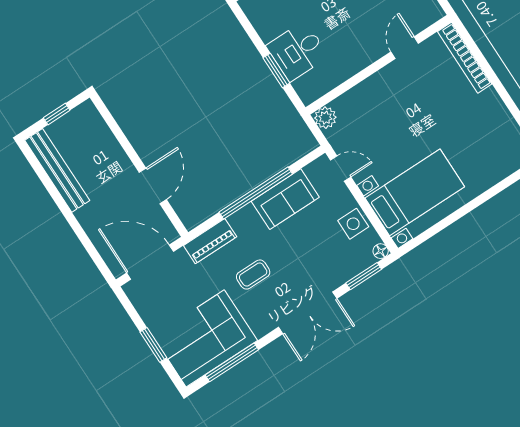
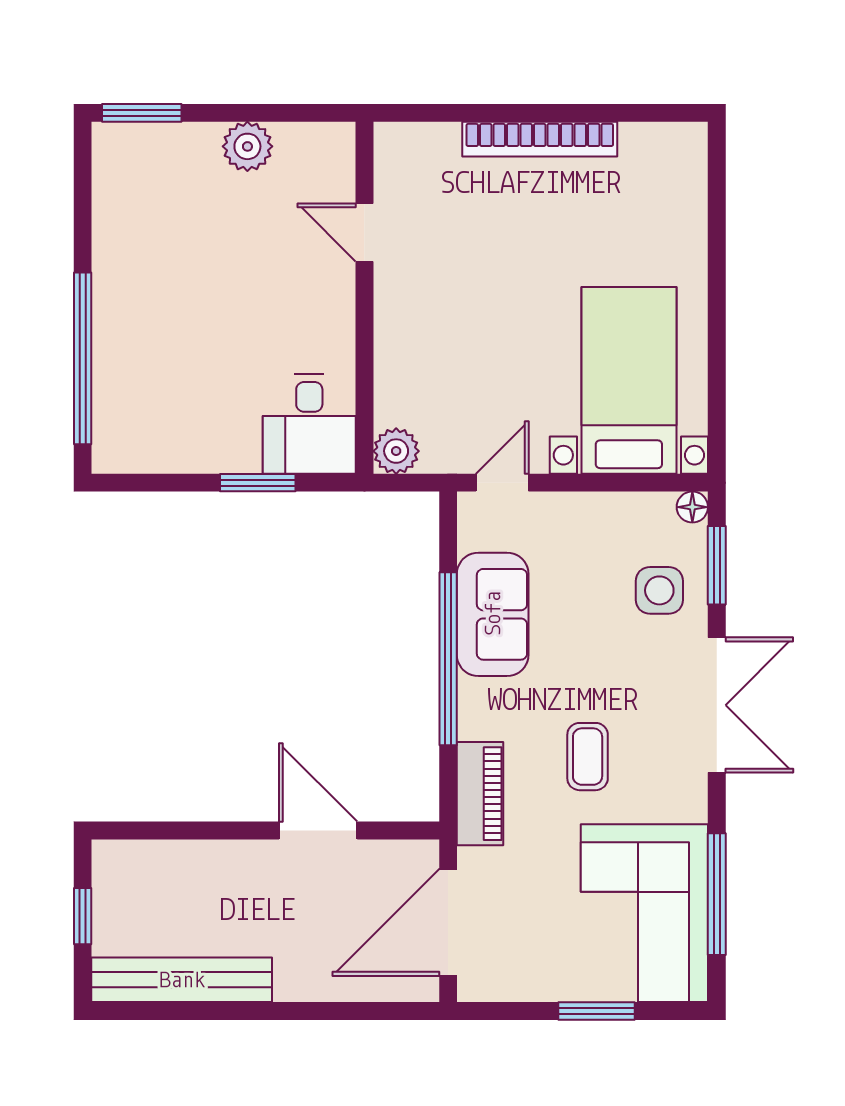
desk: (297, 51) -> (309, 424), moved
bookcase: (465, 58) -> (540, 139), moved
side table: (353, 224) -> (659, 590), moved

